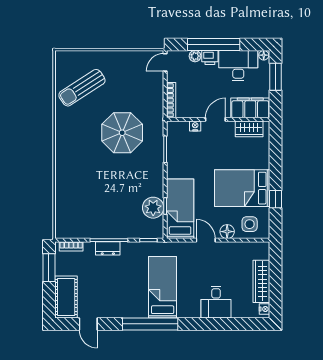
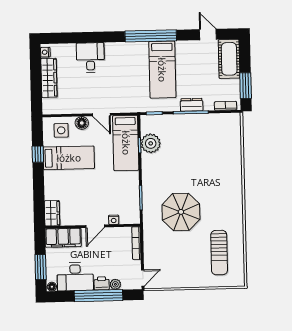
sun lounger: (82, 88) -> (219, 253), turned 123
wardrobe: (249, 129) -> (52, 213), moved, turned 90
bed: (242, 188) -> (69, 158), width x0.67
bed: (163, 287) -> (162, 70), moved

